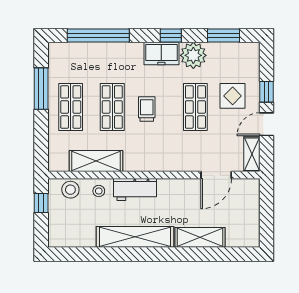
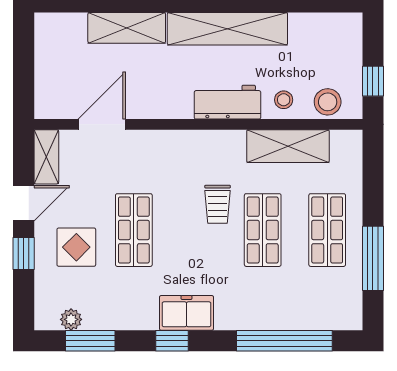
plant: (193, 55) -> (71, 319), moved, width x0.53, depth x0.53
trolley: (147, 109) -> (218, 204), moved

